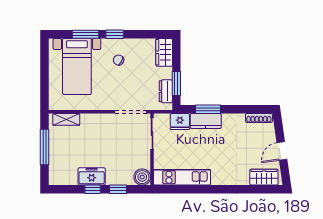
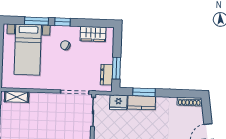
wardrobe: (164, 52) -> (93, 34), moved, turned -90

